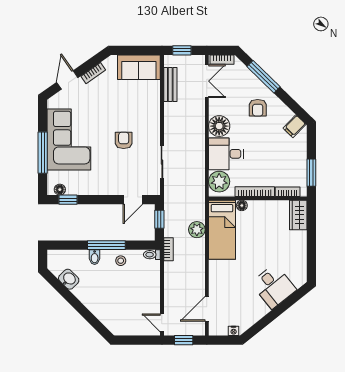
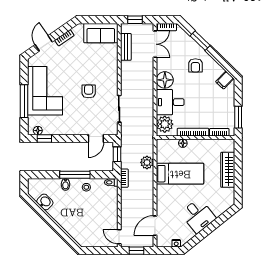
window: (264, 77) -> (200, 41), width x0.69
wardrobe: (298, 215) -> (228, 170), moved, width x1.50
bed: (222, 230) -> (180, 174), moved, turned -90
desk: (274, 286) -> (198, 216), moved

